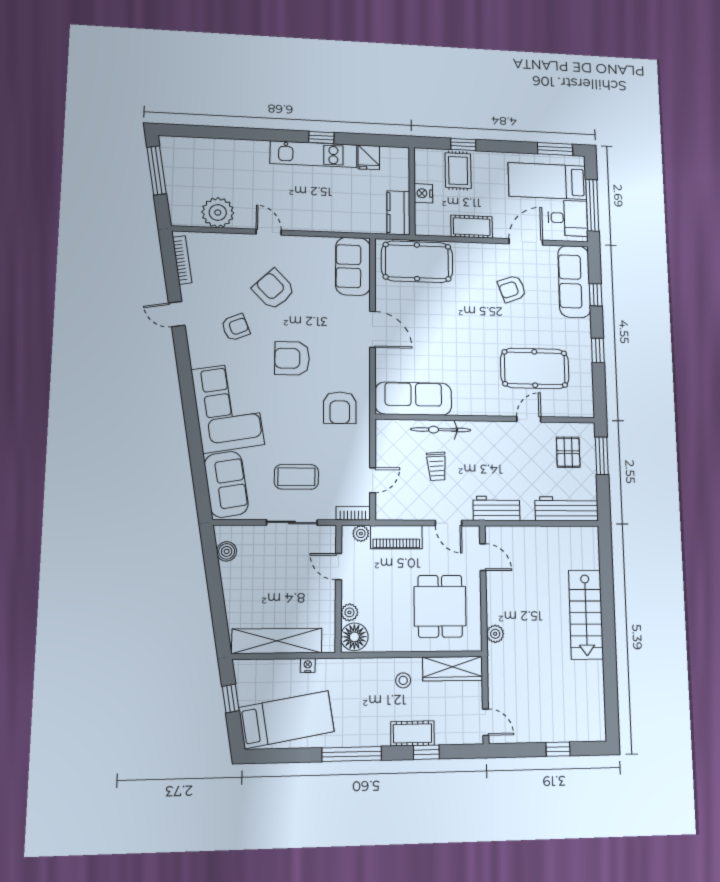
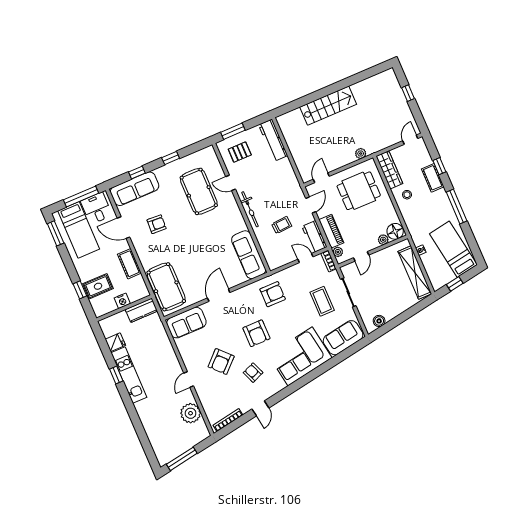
armchair: (512, 289) -> (157, 224), turned -67
bicycle: (441, 430) -> (250, 209), moved
workbench: (496, 508) -> (314, 237), moved

